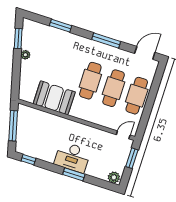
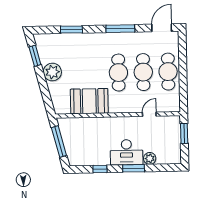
plant: (25, 55) -> (52, 72), width x1.87, depth x1.87
door: (123, 135) -> (149, 114), moved
window: (28, 160) -> (100, 169), moved
plant: (114, 177) -> (150, 158), moved

